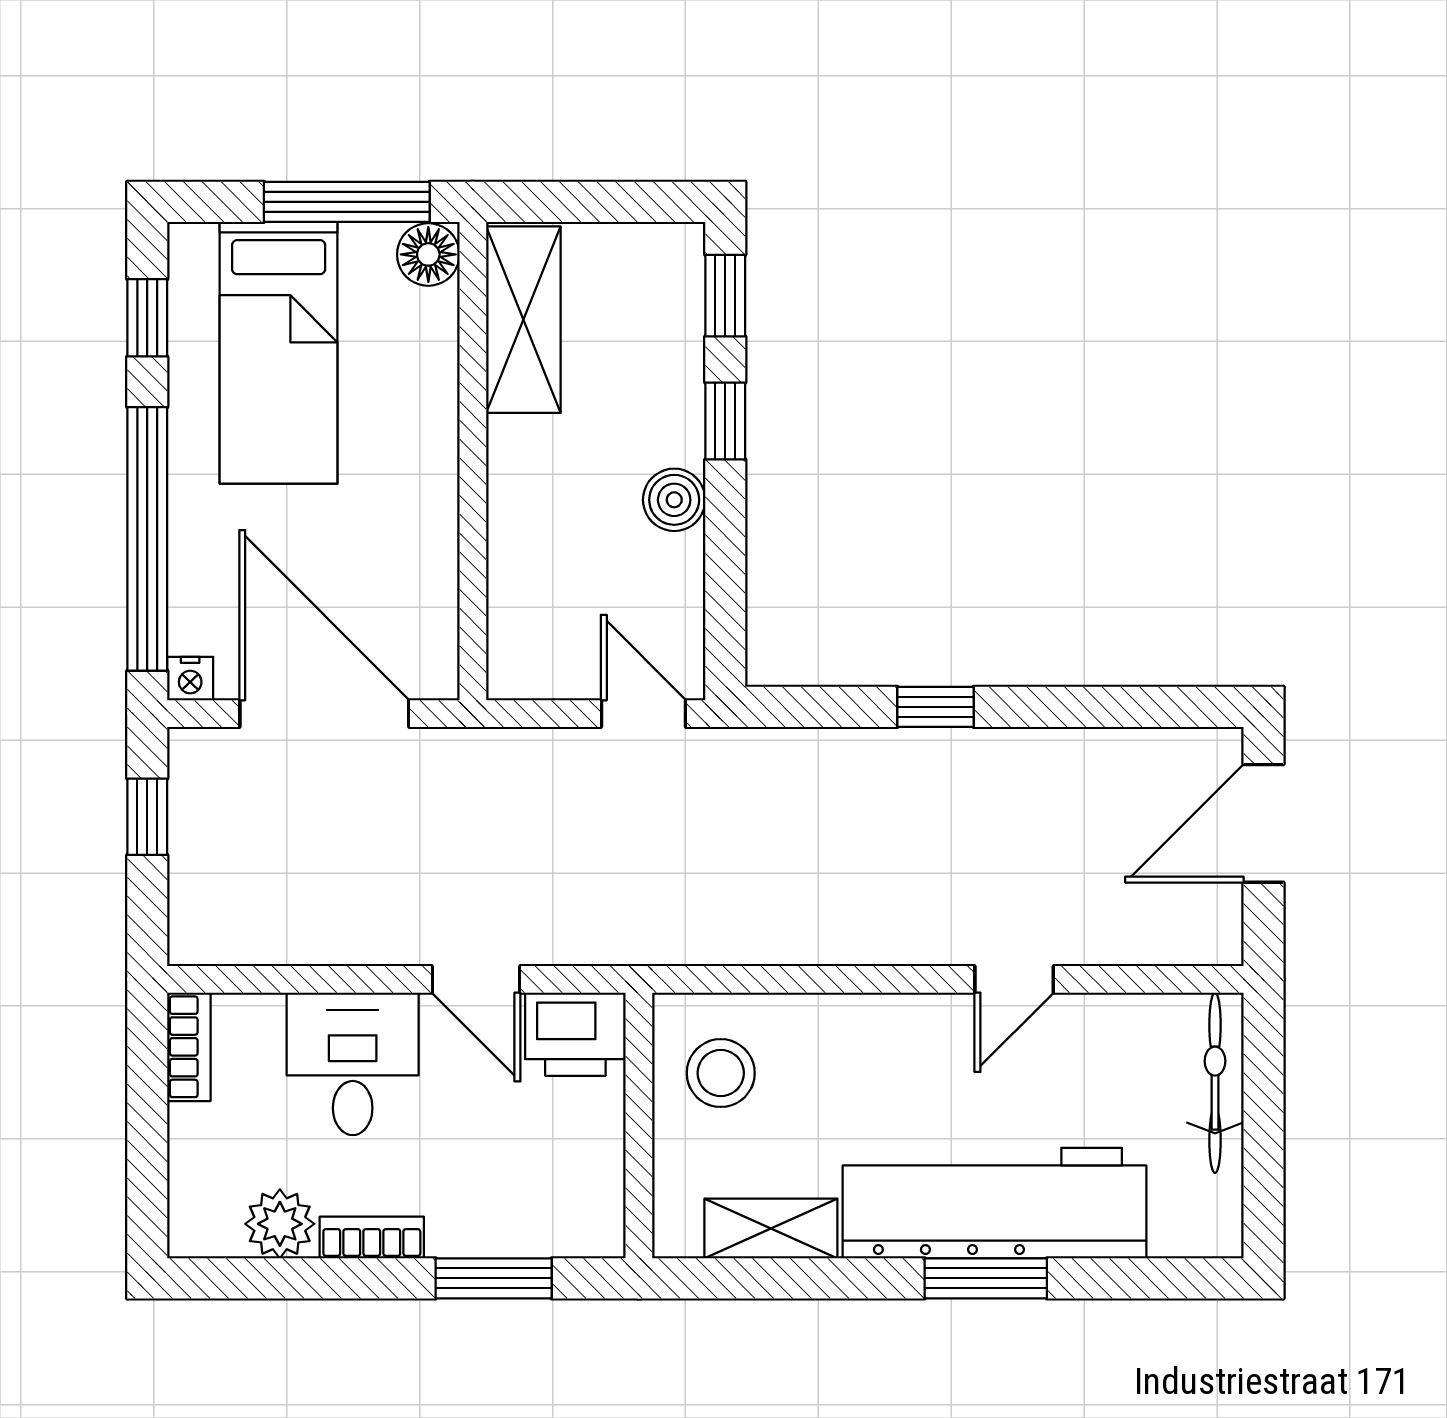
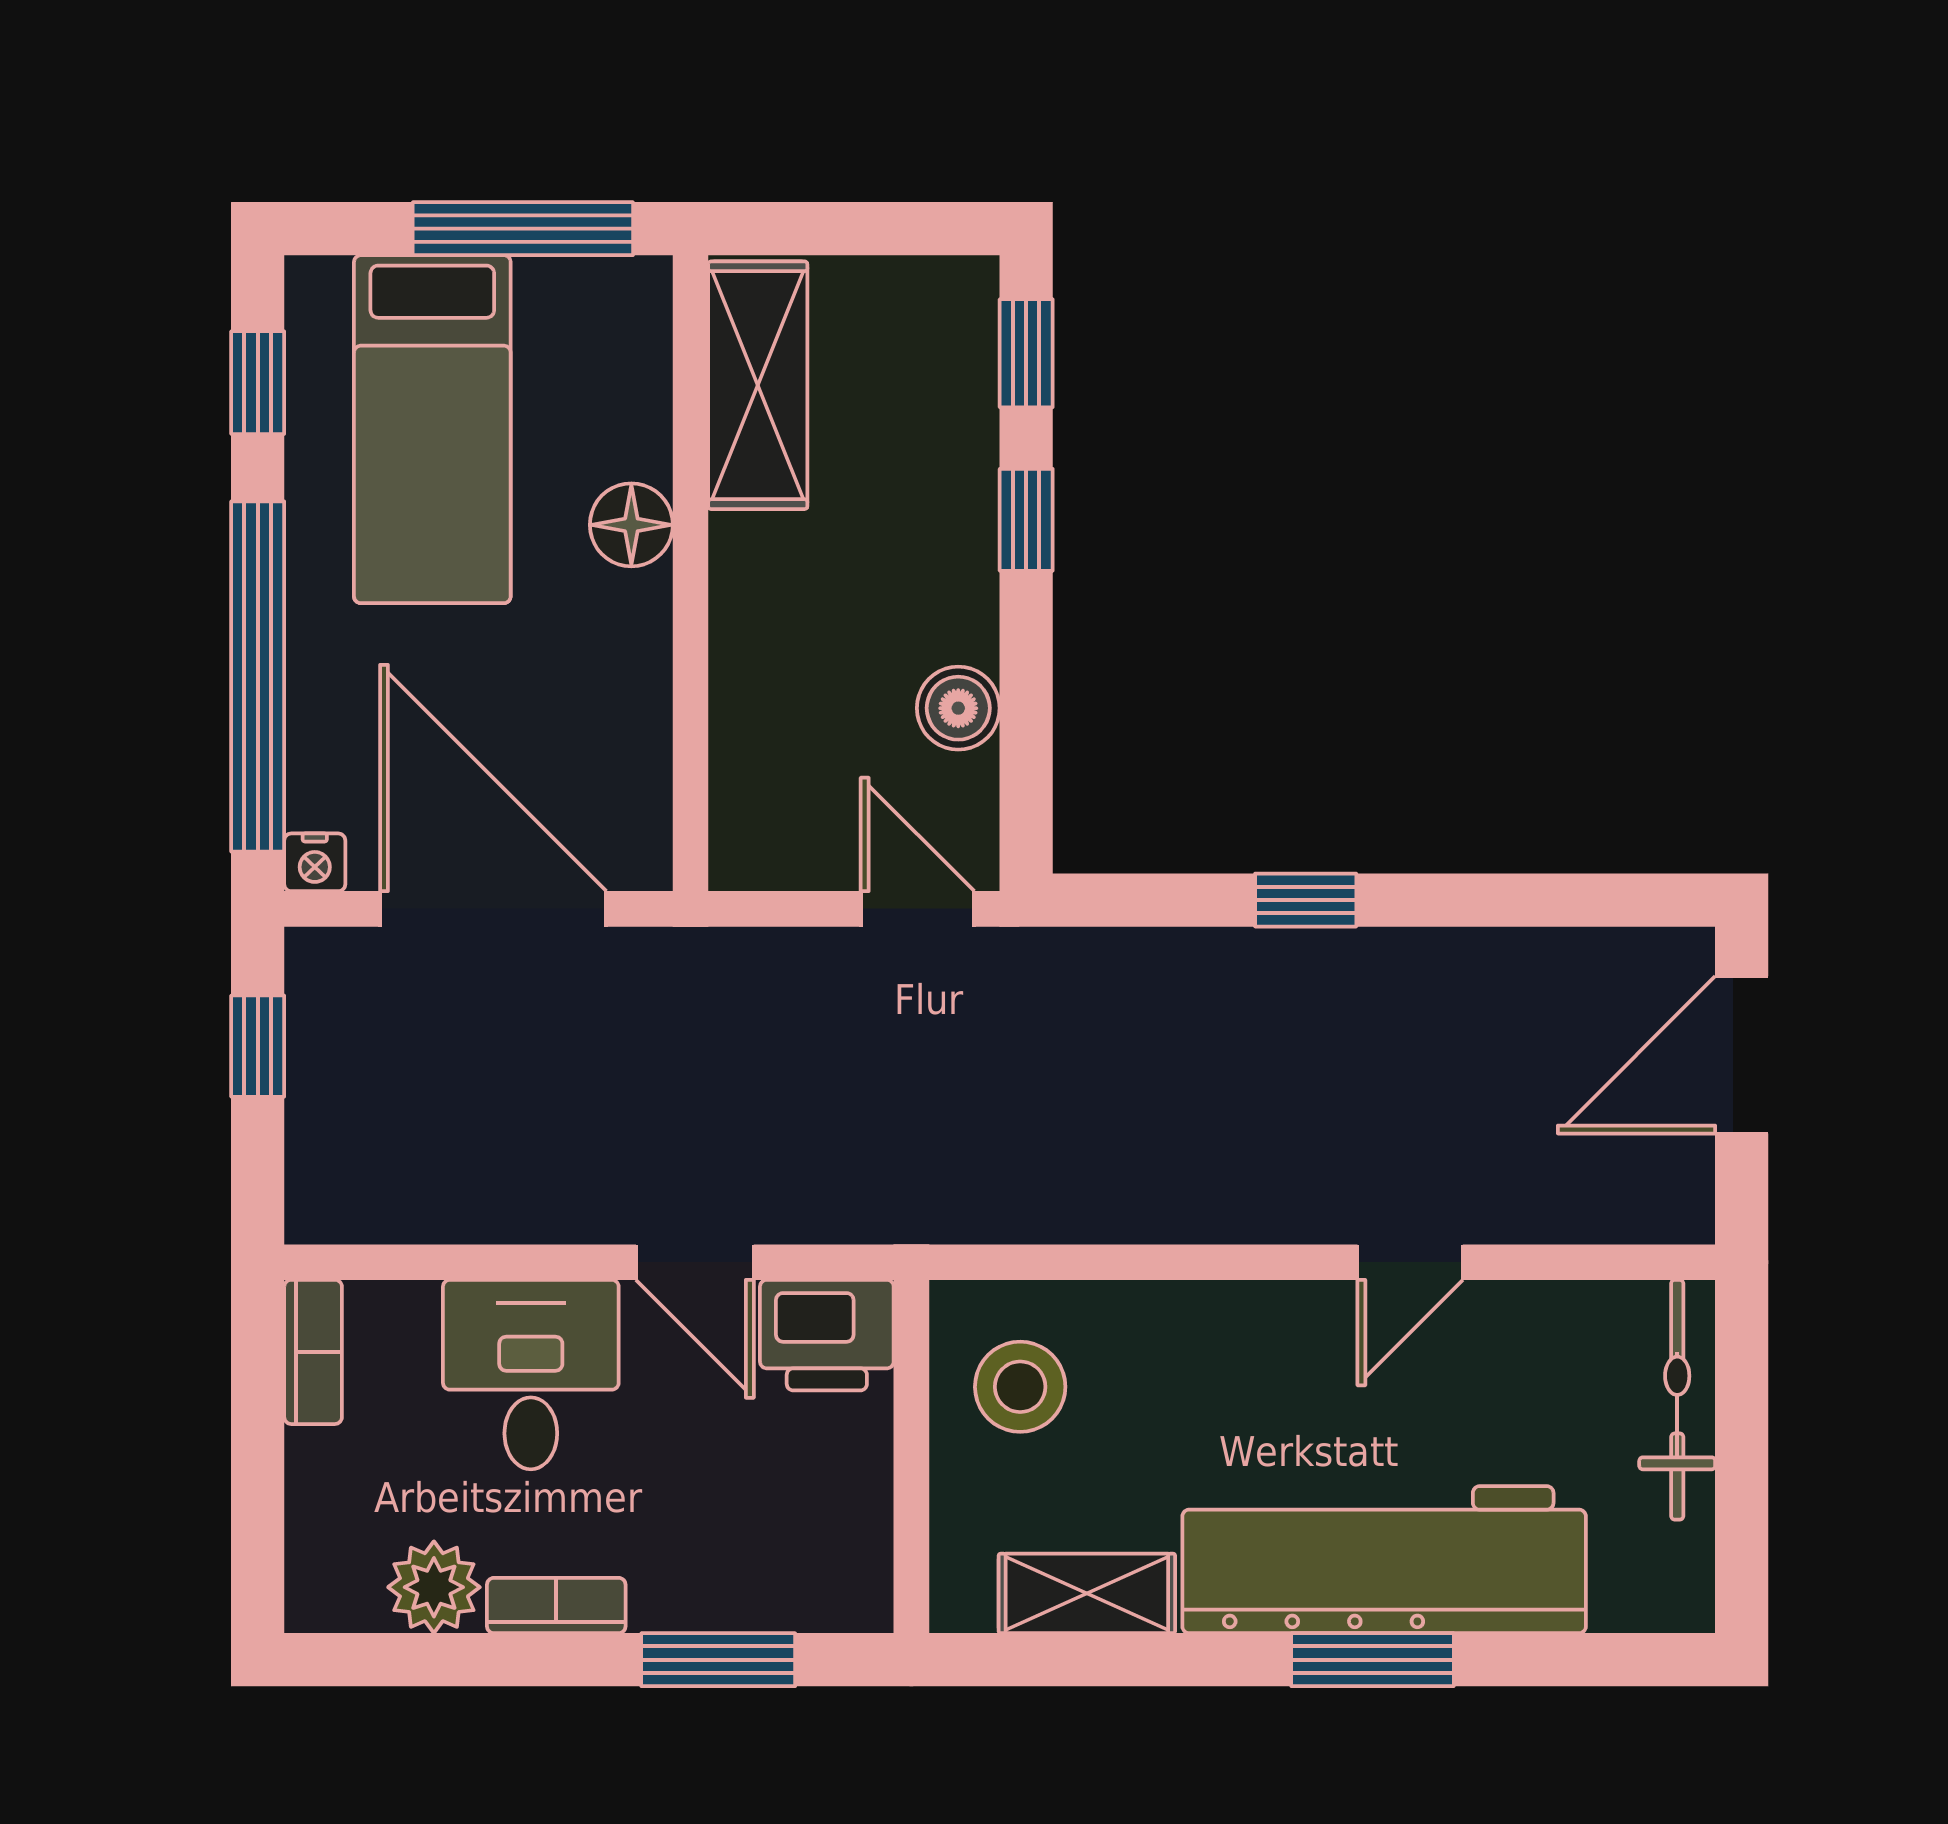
floor lamp: (428, 254) -> (631, 525), moved
boiler: (674, 500) -> (958, 708), moved

